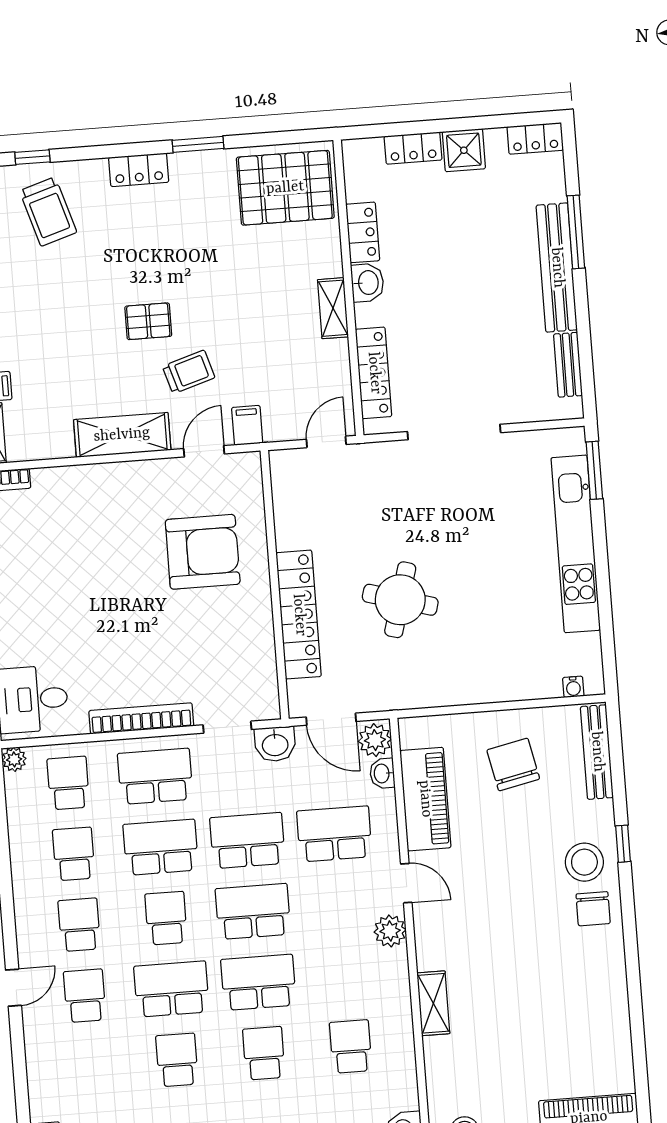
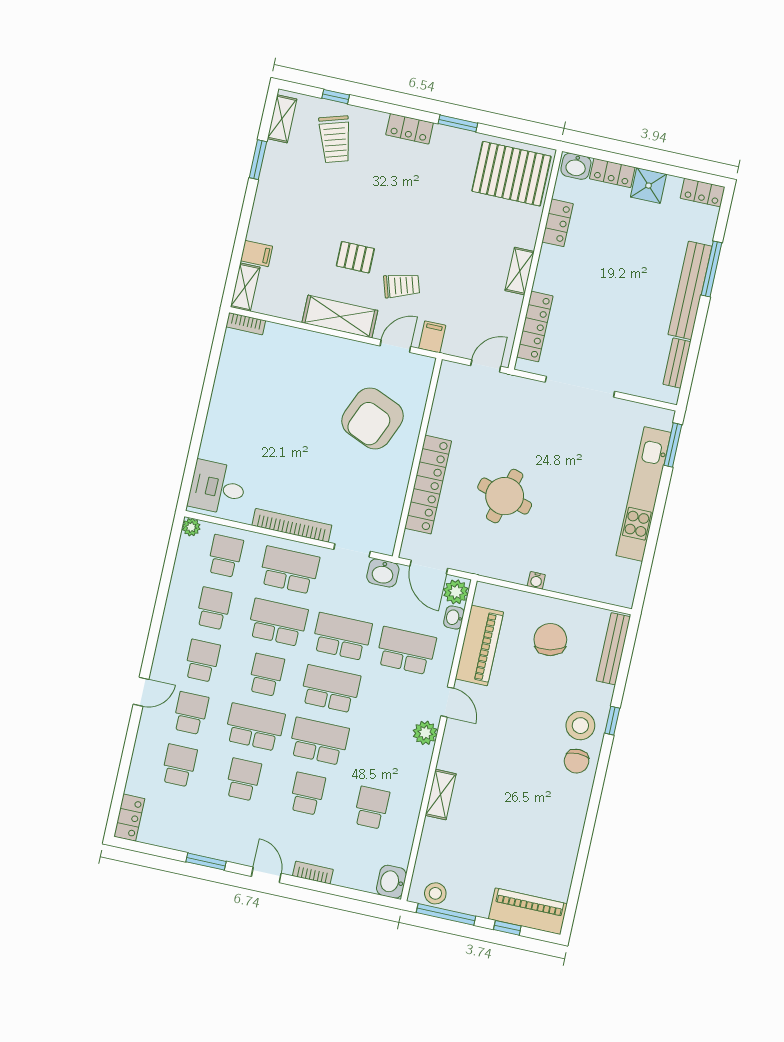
washbasin: (367, 283) -> (576, 166), moved, turned 90
pallet: (148, 321) -> (355, 257), moved
armchair: (203, 552) -> (373, 418), turned 113
water cooler: (573, 687) -> (536, 580), moved
school desk: (90, 1067) -> (179, 765), added

